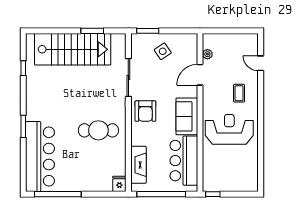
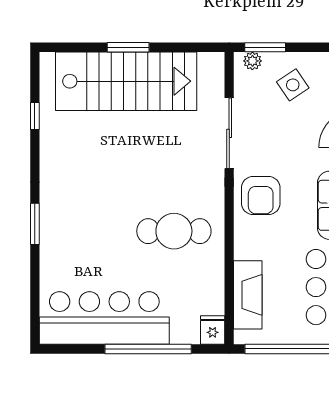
window: (92, 31) -> (128, 47), moved
plant: (141, 38) -> (252, 61), added
bar counter: (40, 157) -> (104, 318), moved, turned -90
window: (58, 194) -> (148, 349), moved

